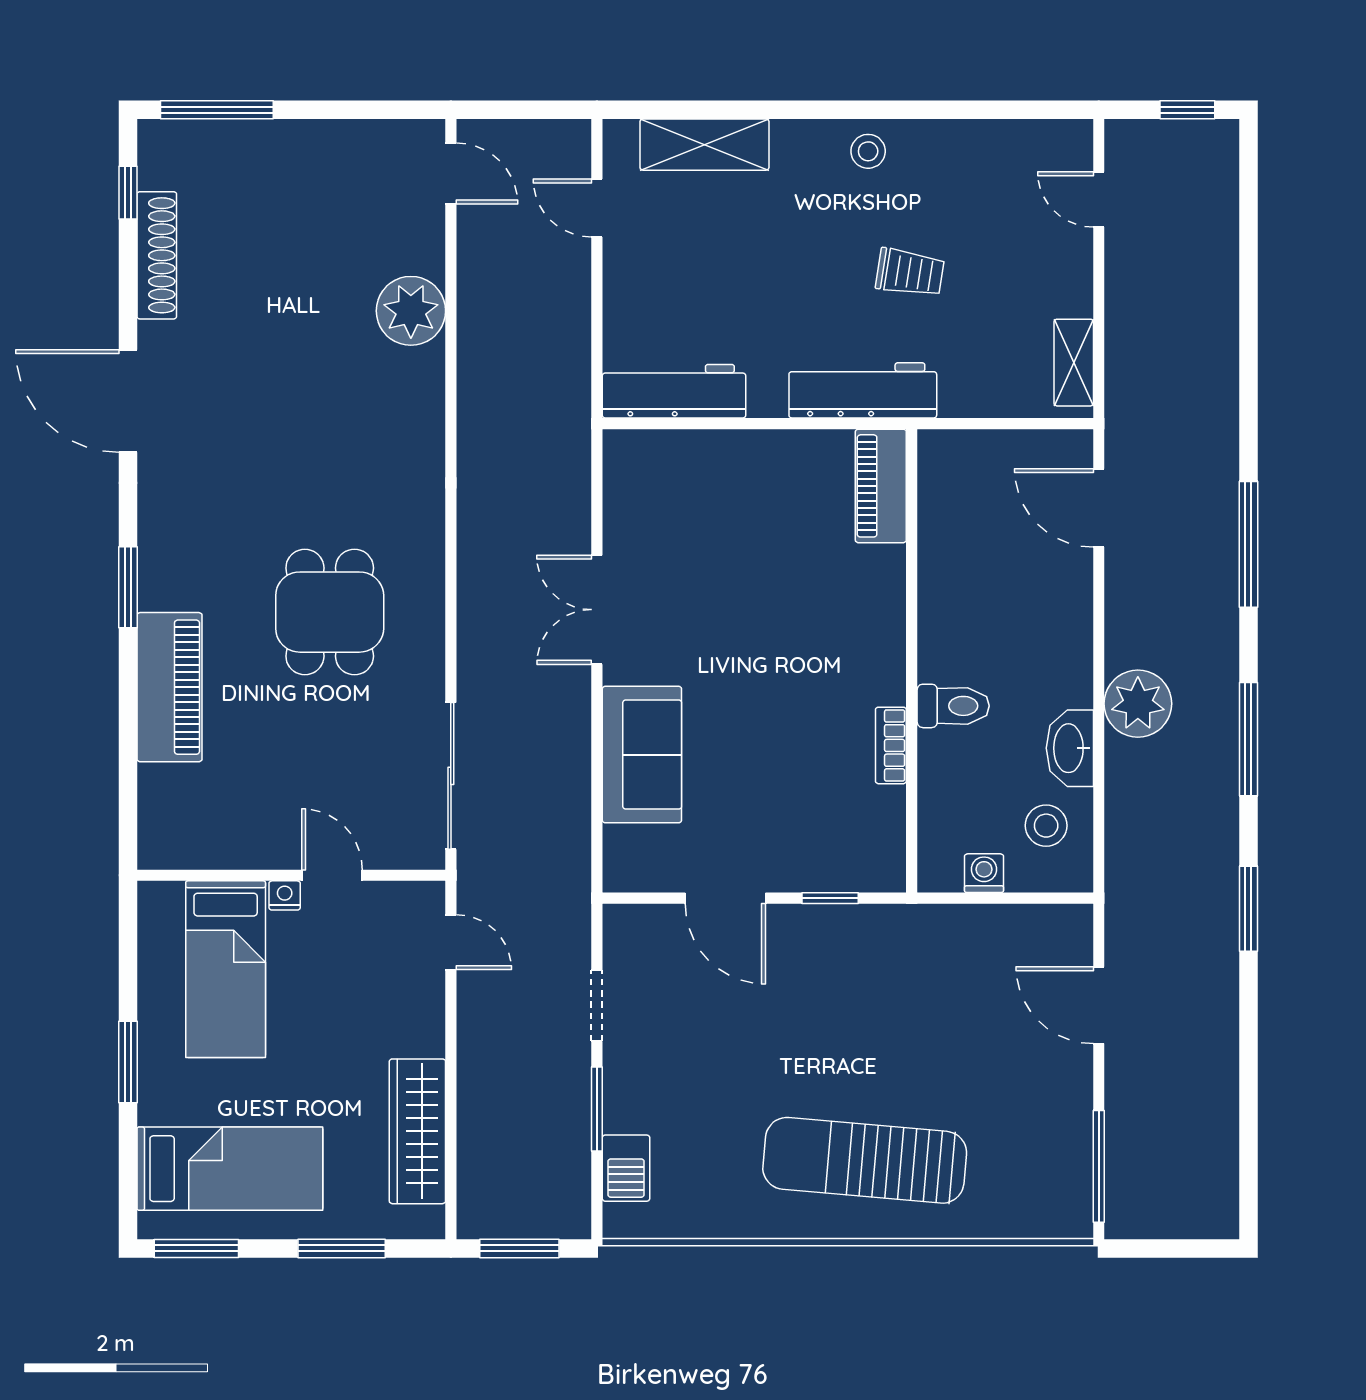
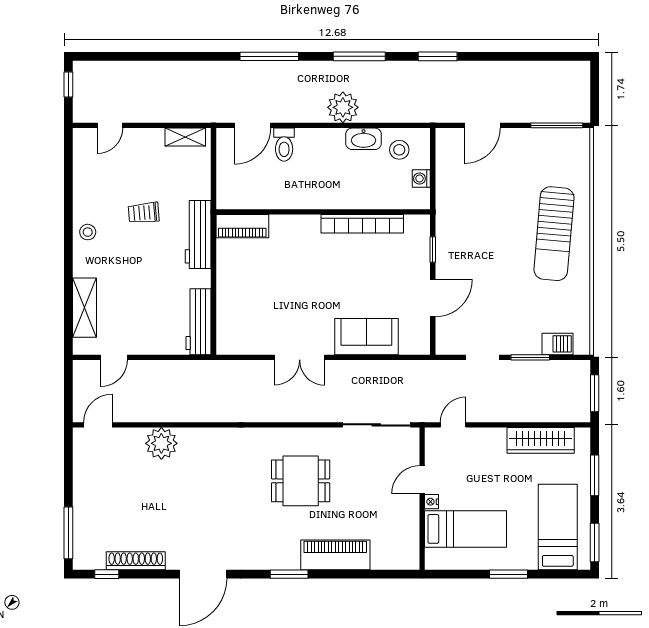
trolley: (910, 273) -> (144, 213), turned -104
toilet: (953, 706) -> (284, 145), moved, turned 180
bookcase: (891, 745) -> (362, 224), width x2.31, depth x1.31

